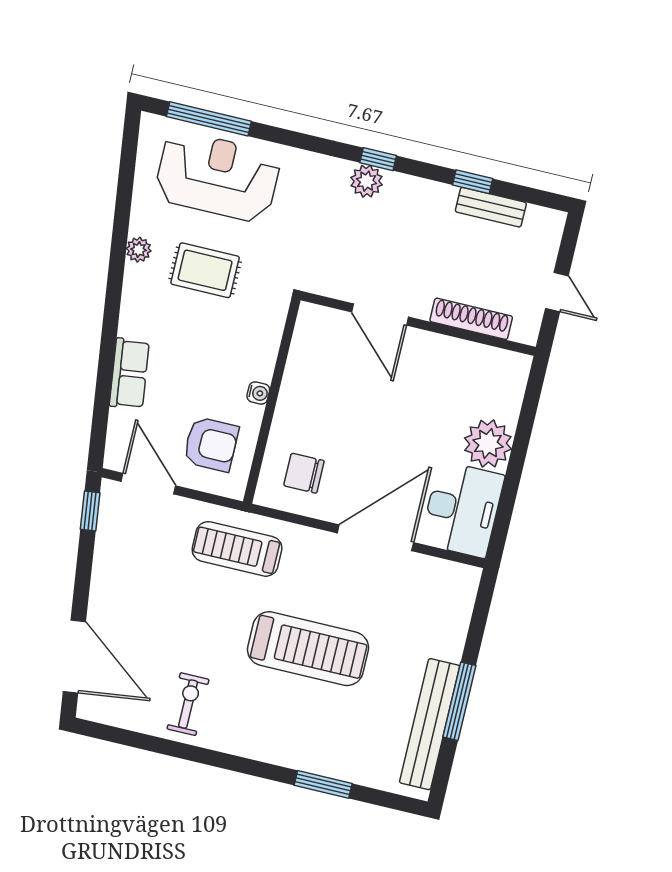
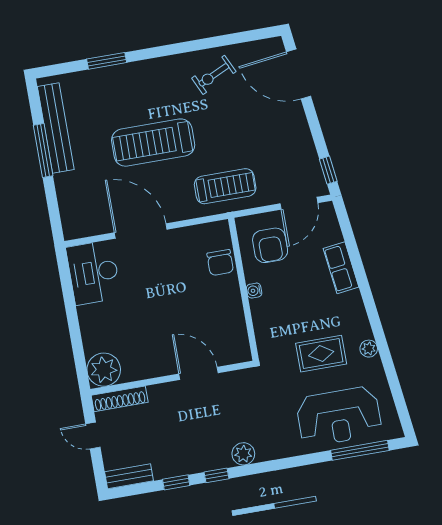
window: (378, 159) -> (216, 475), moved
bench: (491, 207) -> (129, 476), moved
shoe rack: (471, 319) -> (120, 399), moved
armchair: (211, 444) -> (270, 245), turned -90
plant: (488, 444) -> (104, 370), moved
chair: (304, 473) -> (220, 263), moved, turned 90
door: (148, 484) -> (299, 203), hinge flipped
door: (375, 538) -> (141, 231), swing flipped
exercise bike: (188, 704) -> (214, 75), turned 65

